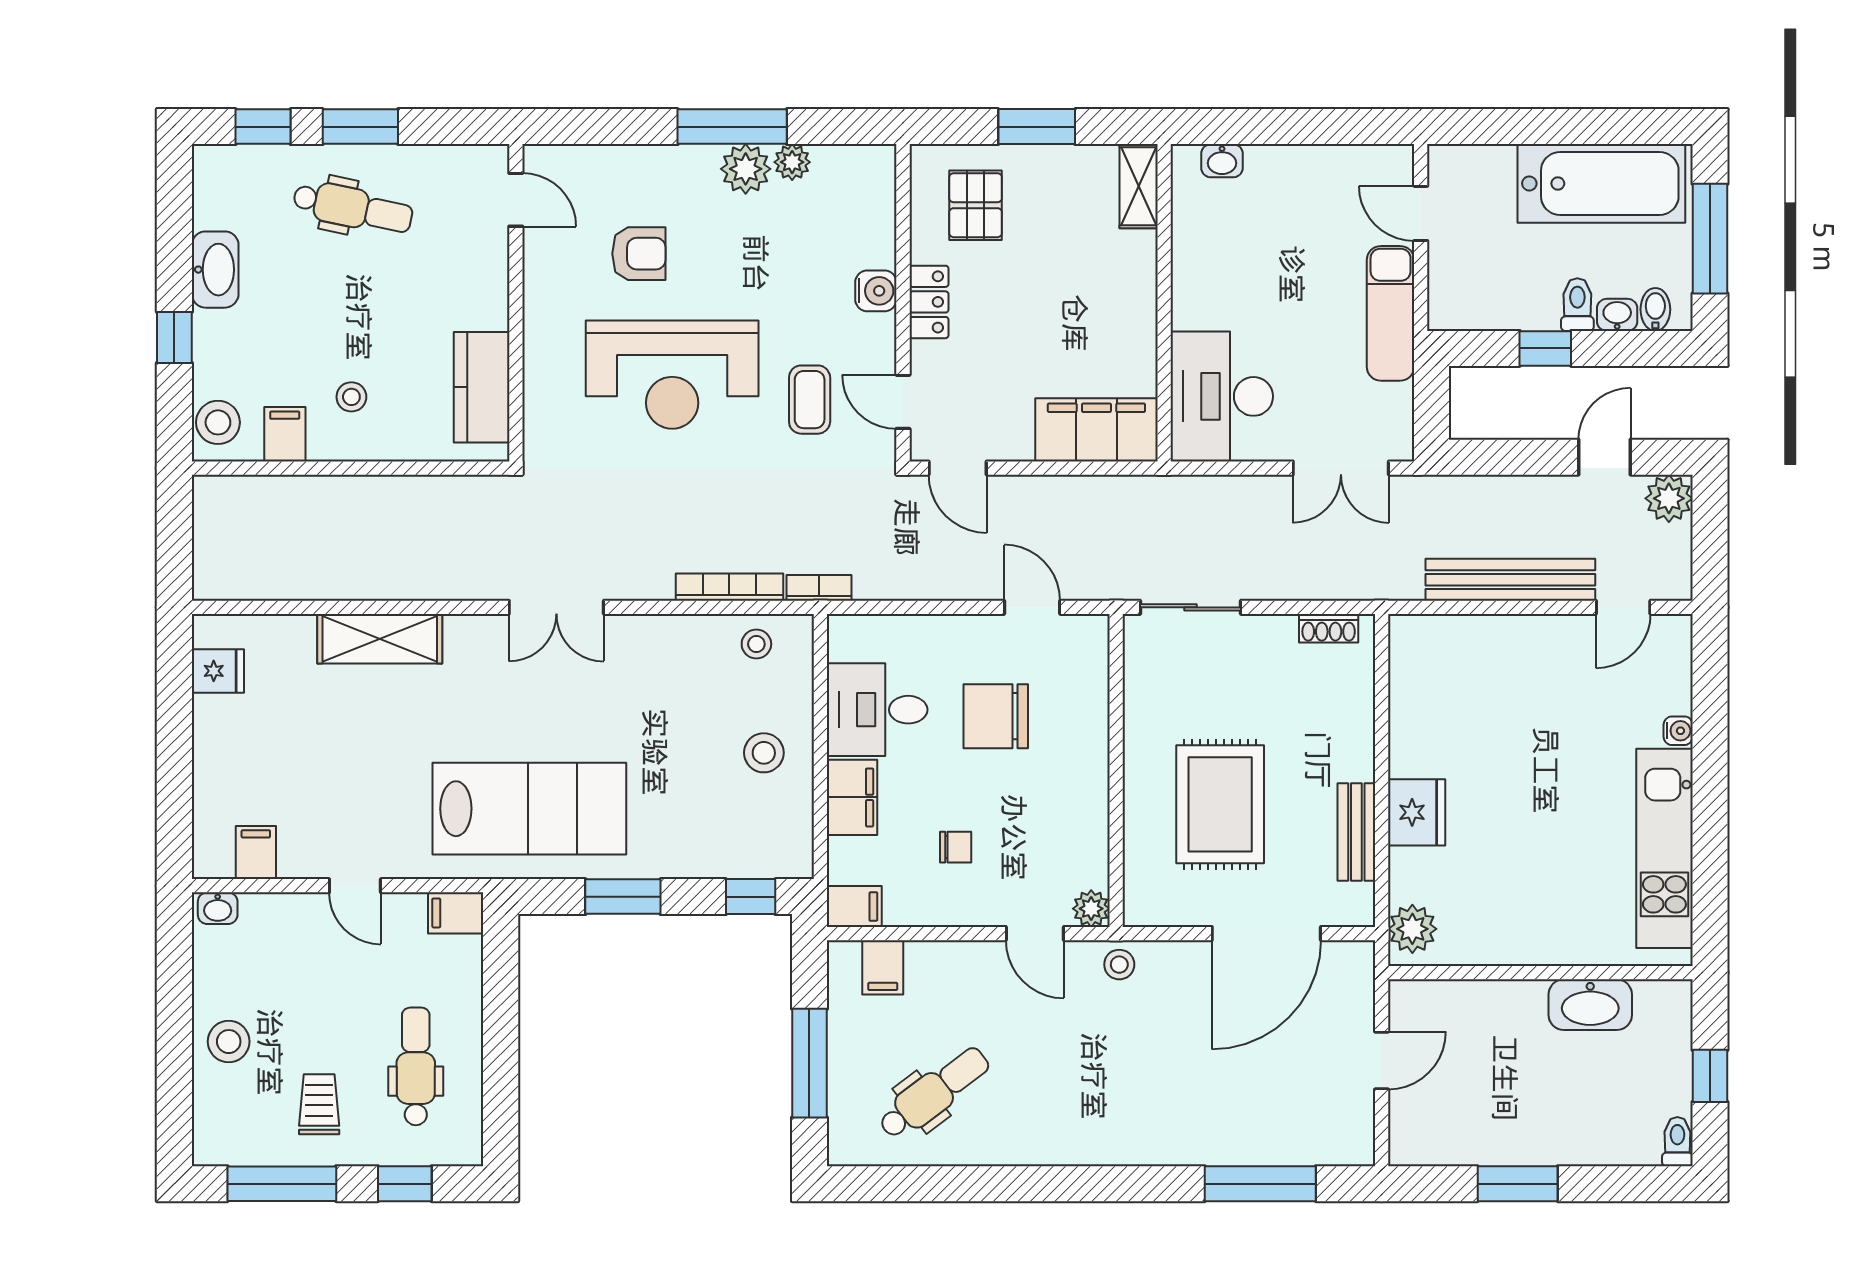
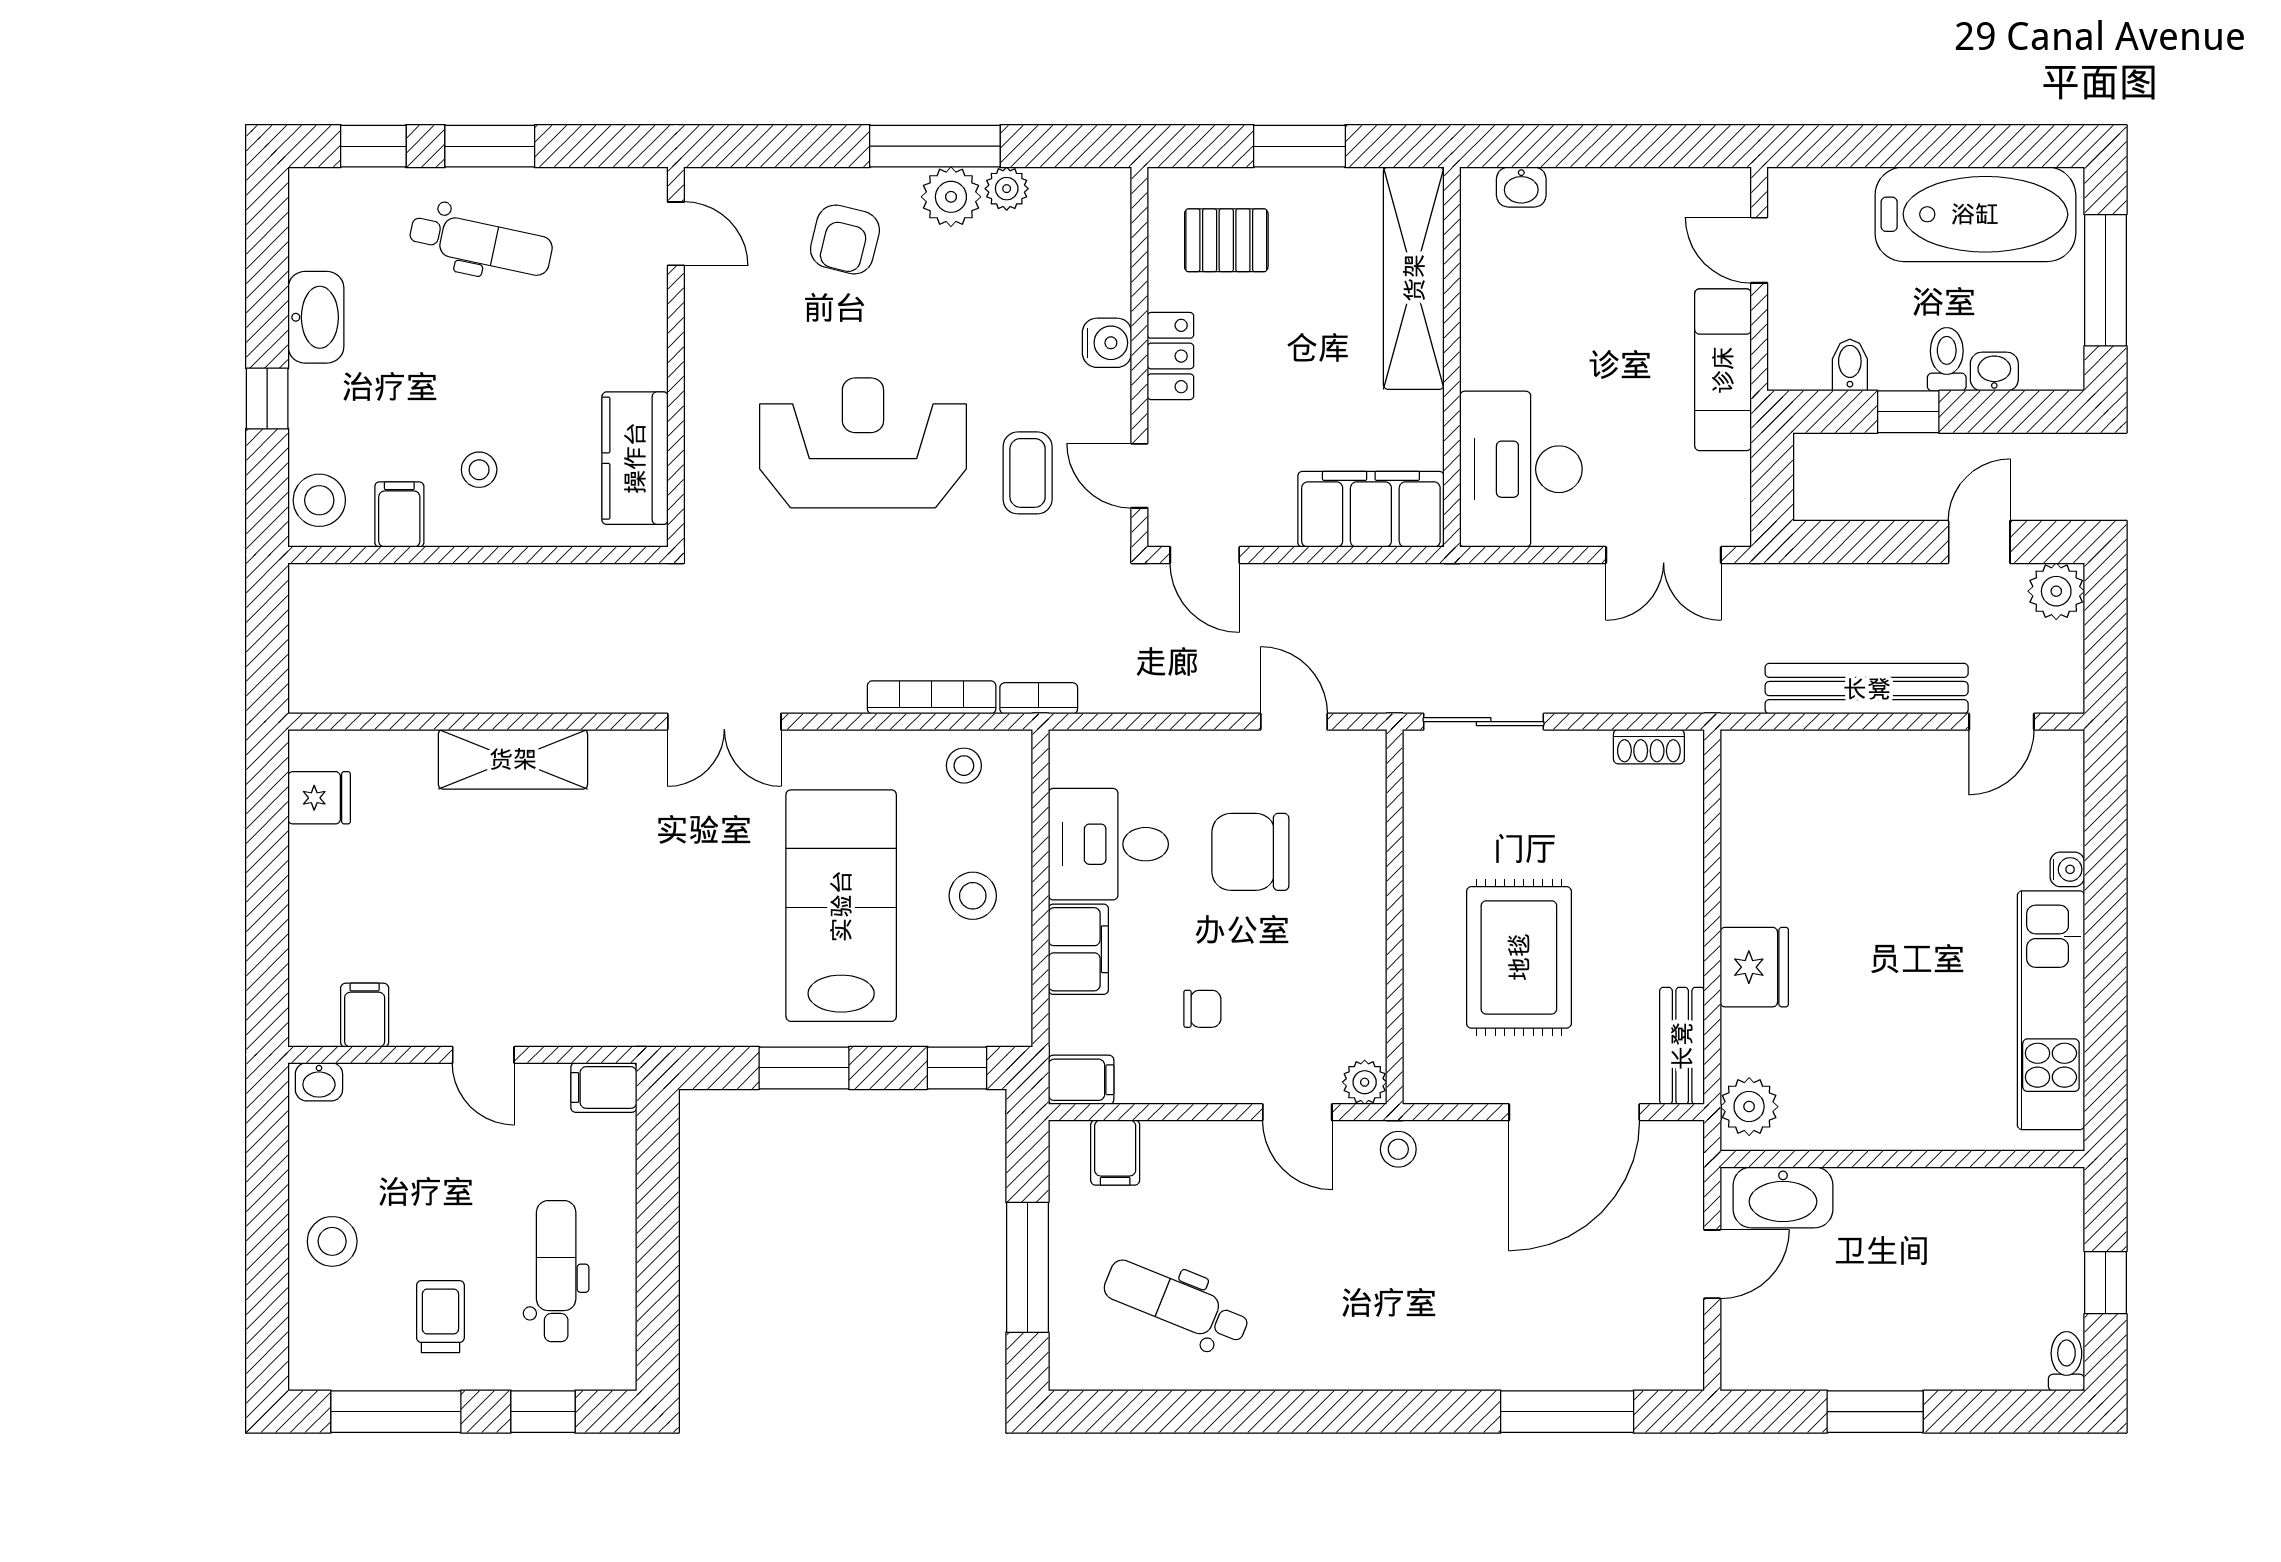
shelving: (1139, 186) -> (1414, 278), width x2.20, depth x1.33
pallet: (976, 205) -> (1226, 240), turned 90
armchair: (639, 254) -> (845, 239), moved, turned 104
bidet: (1655, 309) -> (1850, 365), moved
reception desk: (672, 375) -> (863, 443), turned 180
lab bench: (529, 809) -> (841, 906), moved, turned -90
bench: (1356, 832) -> (1682, 1046), moved
washbasin: (1590, 1005) -> (1783, 1197), moved
dental chair: (934, 1093) -> (1176, 1303), turned -121

